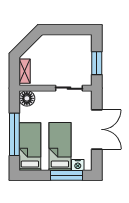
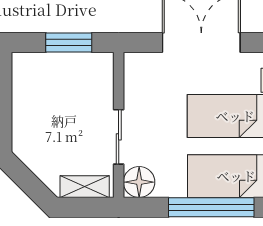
sliding door: (69, 88) -> (119, 137), moved

